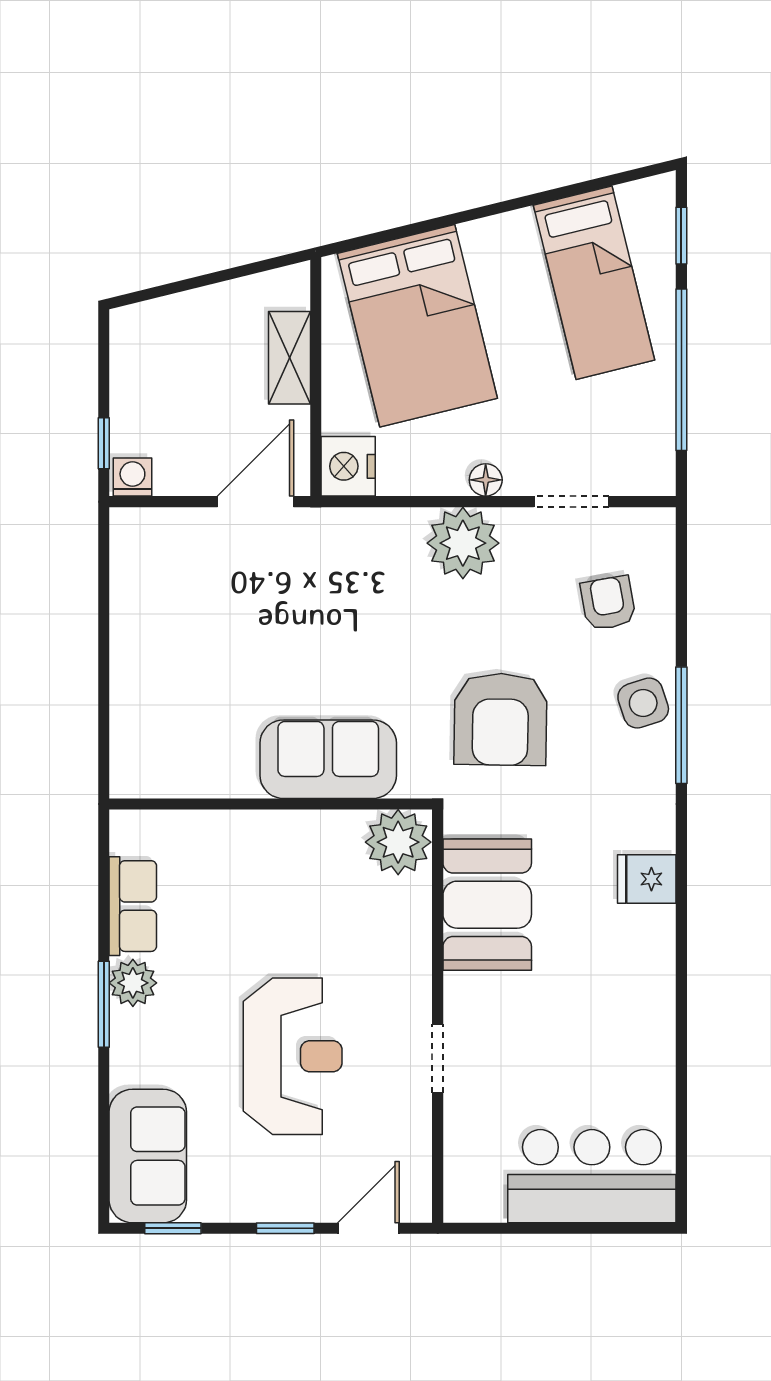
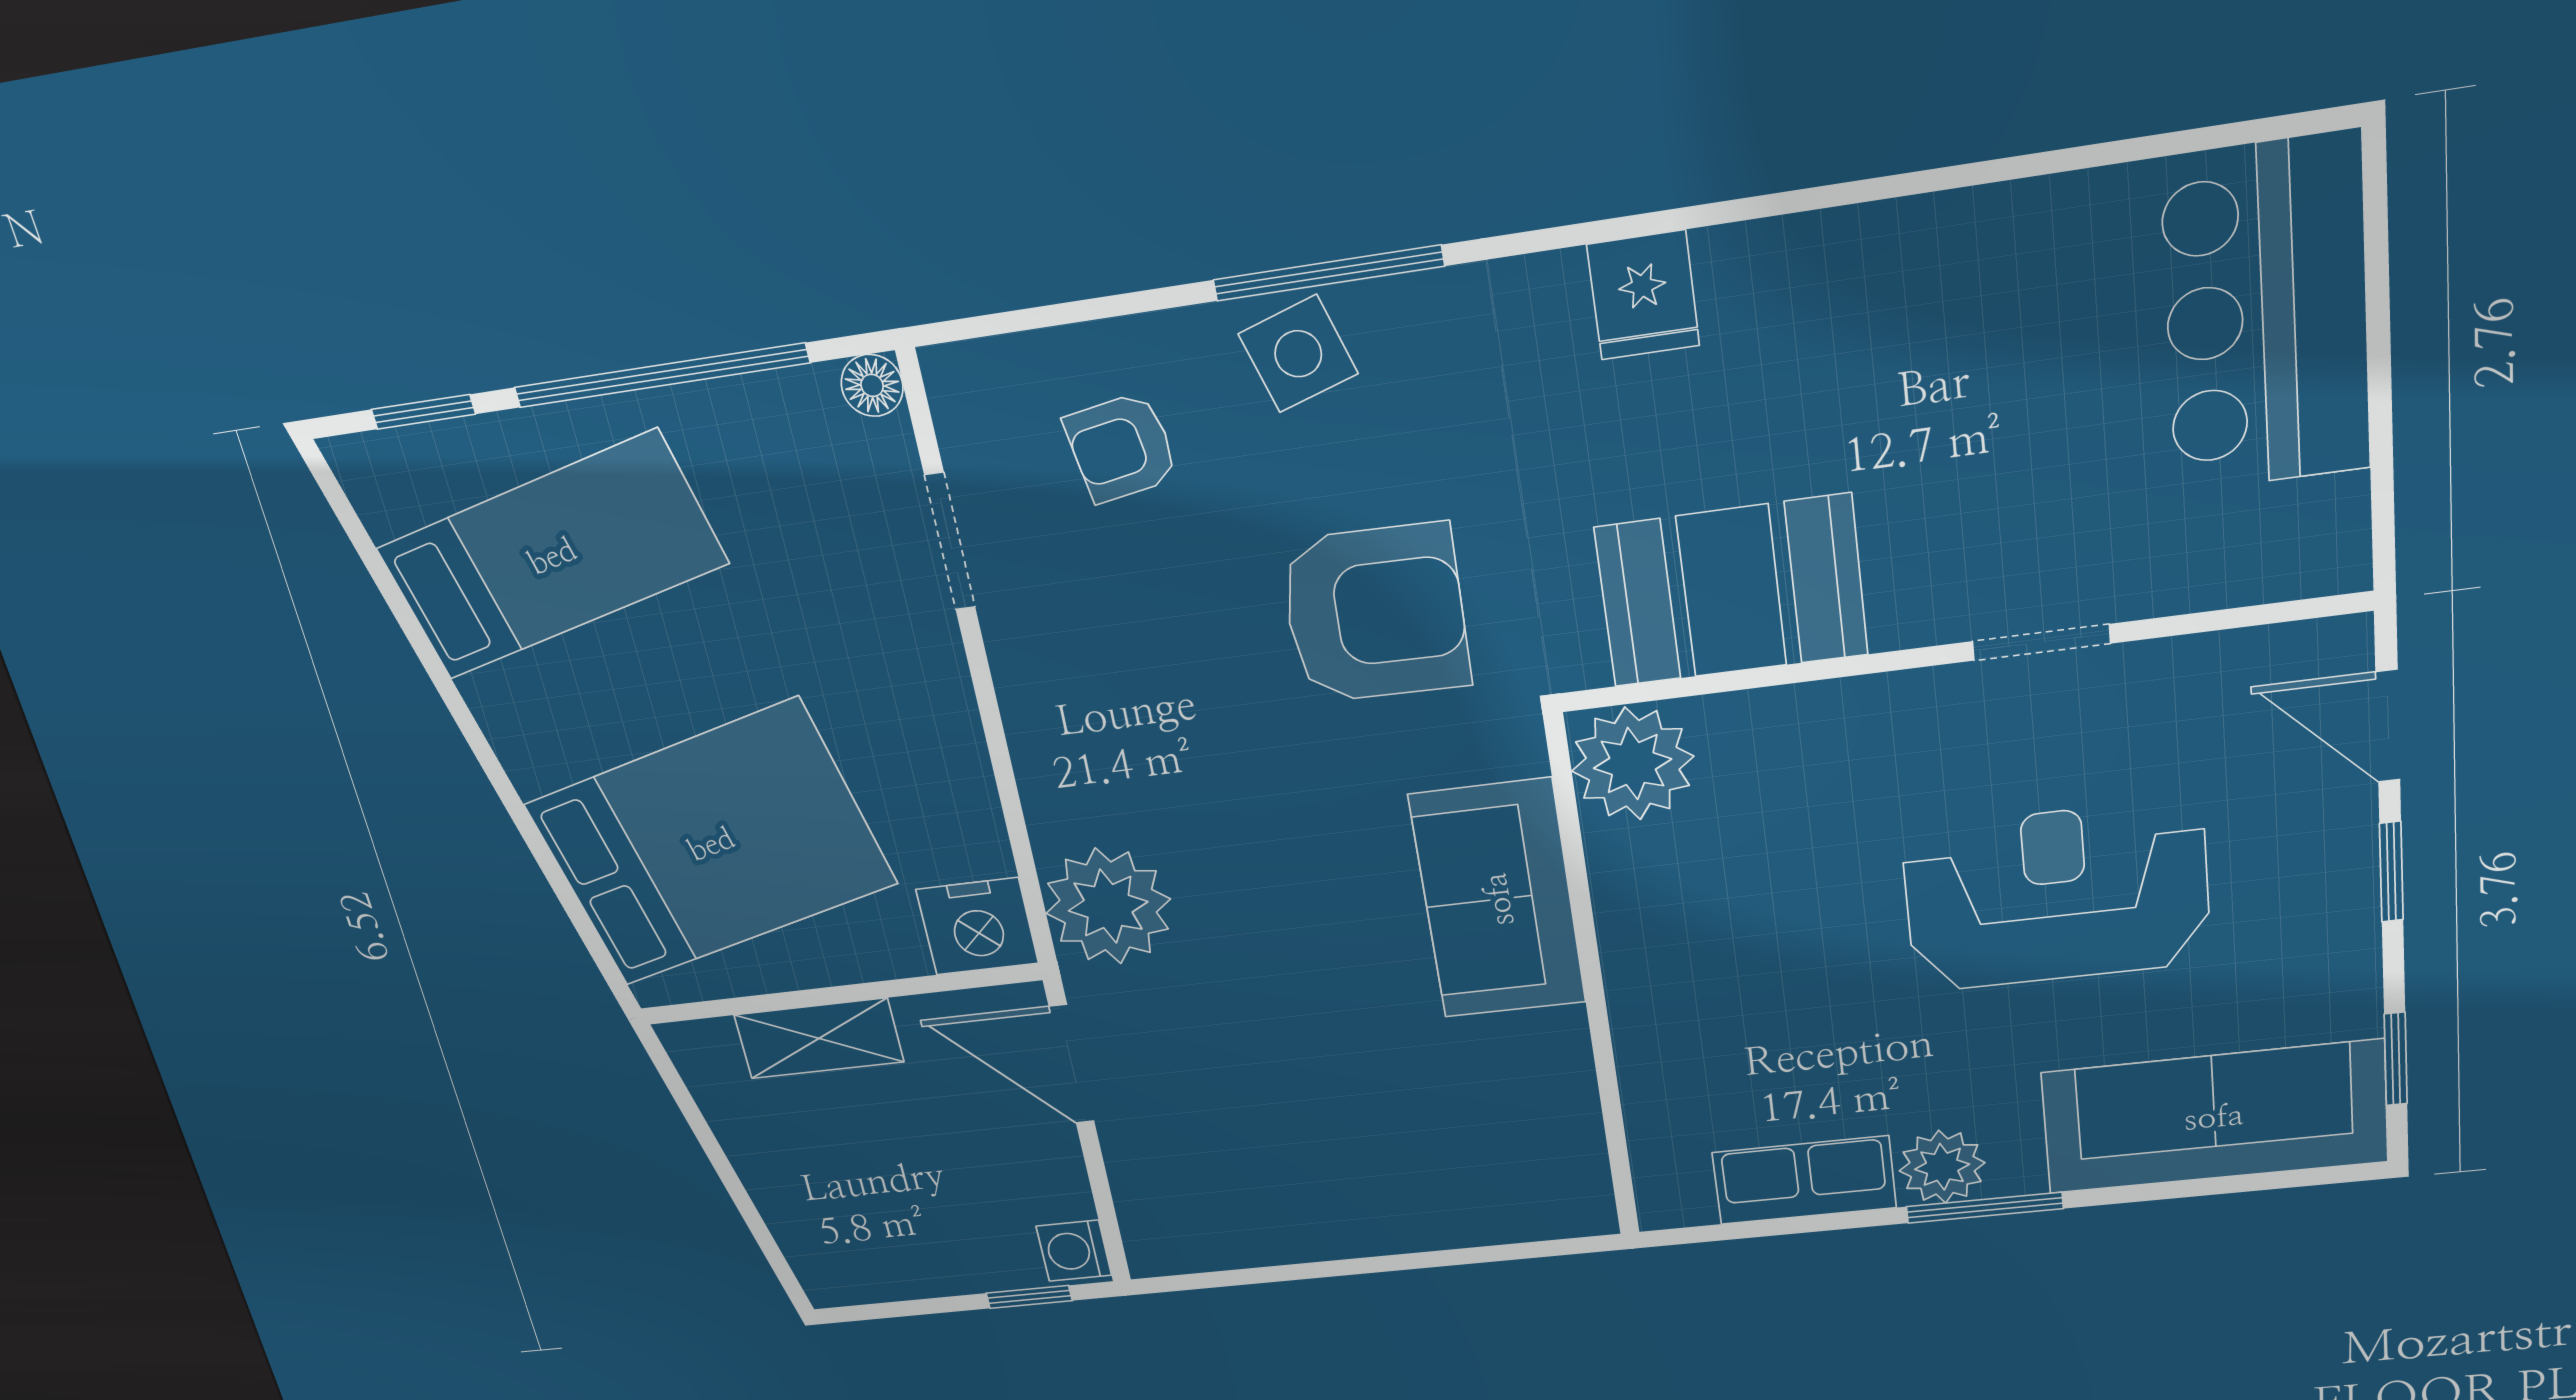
floor lamp: (486, 480) -> (872, 385), moved
plant: (463, 543) -> (1108, 906), moved
sofa: (148, 1156) -> (2214, 1117), width x1.36

